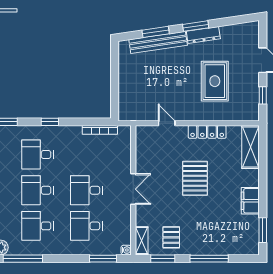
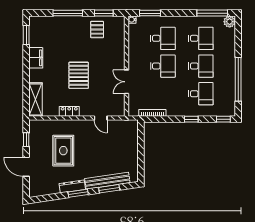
locker: (207, 132) -> (69, 111), width x0.66
double door: (133, 189) -> (127, 82), moved
shelving: (142, 241) -> (120, 27), removed

